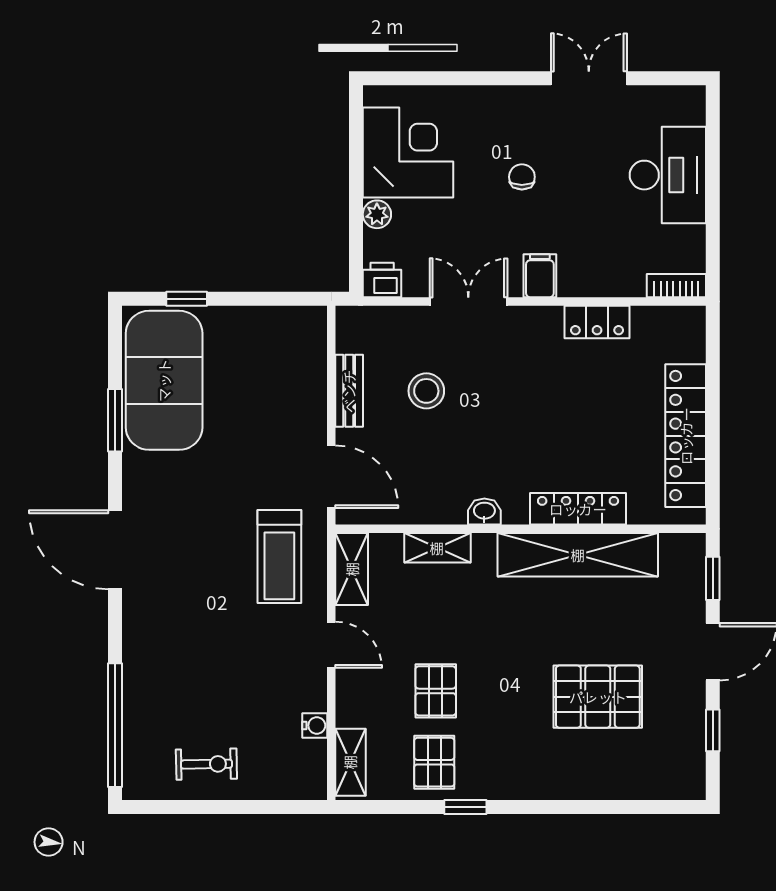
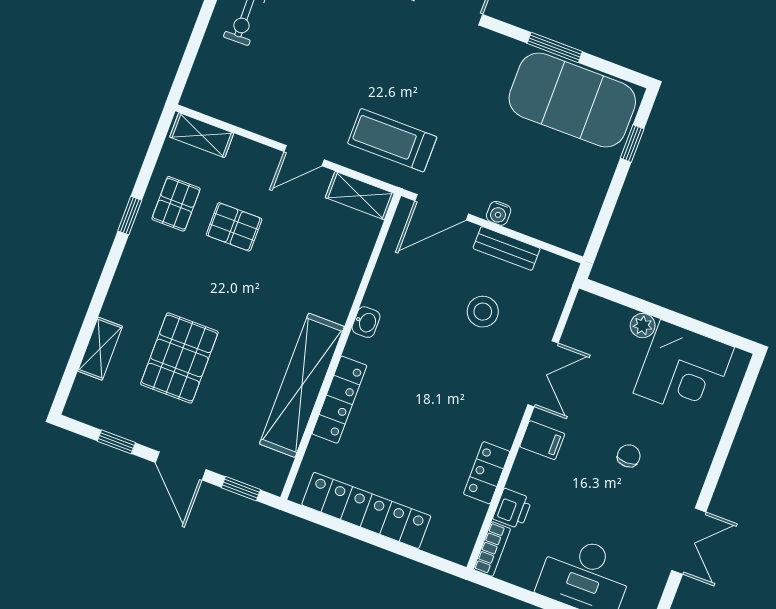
chair: (522, 177) -> (629, 456), turned -90
printer: (382, 280) -> (512, 509), moved
shelving: (437, 548) -> (100, 349), moved
water cooler: (315, 725) -> (499, 213), moved
pallet: (434, 762) -> (176, 204), turned 90

